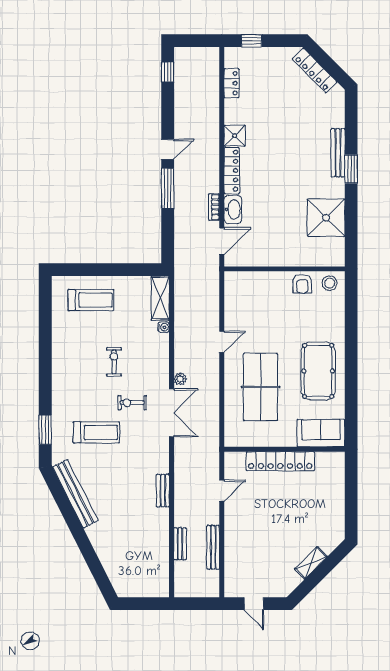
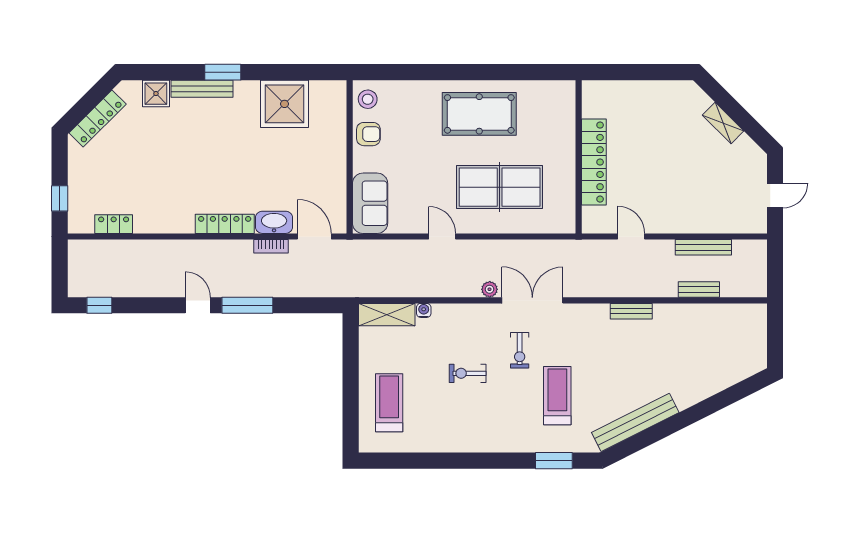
shower: (235, 136) -> (156, 94), moved
sofa: (321, 433) -> (370, 203), moved, turned 180

